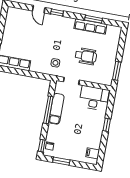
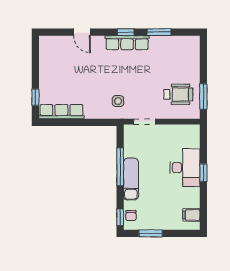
window: (57, 13) -> (126, 32), moved
row of seats: (90, 26) -> (127, 43), moved
wheelchair: (86, 56) -> (178, 94), moved
desk: (94, 98) -> (185, 168), moved, turned 90
exam couch: (56, 109) -> (131, 179), moved

